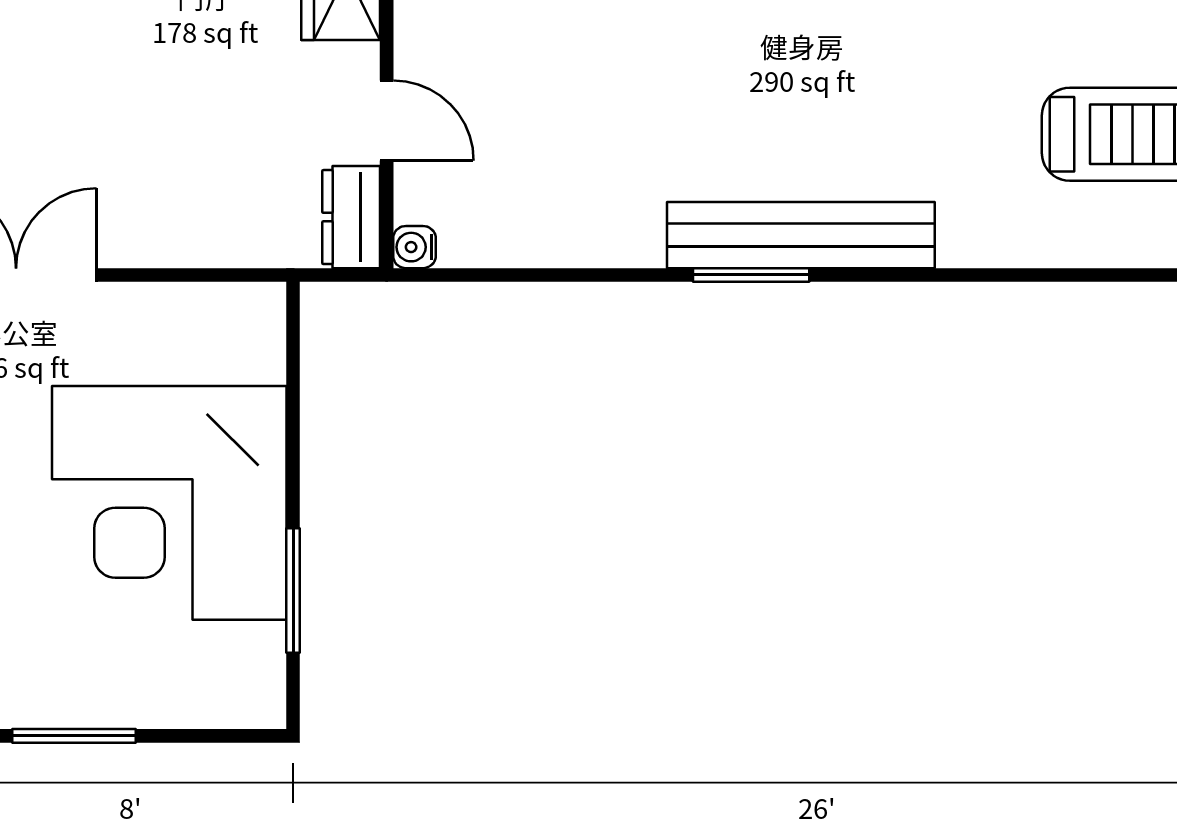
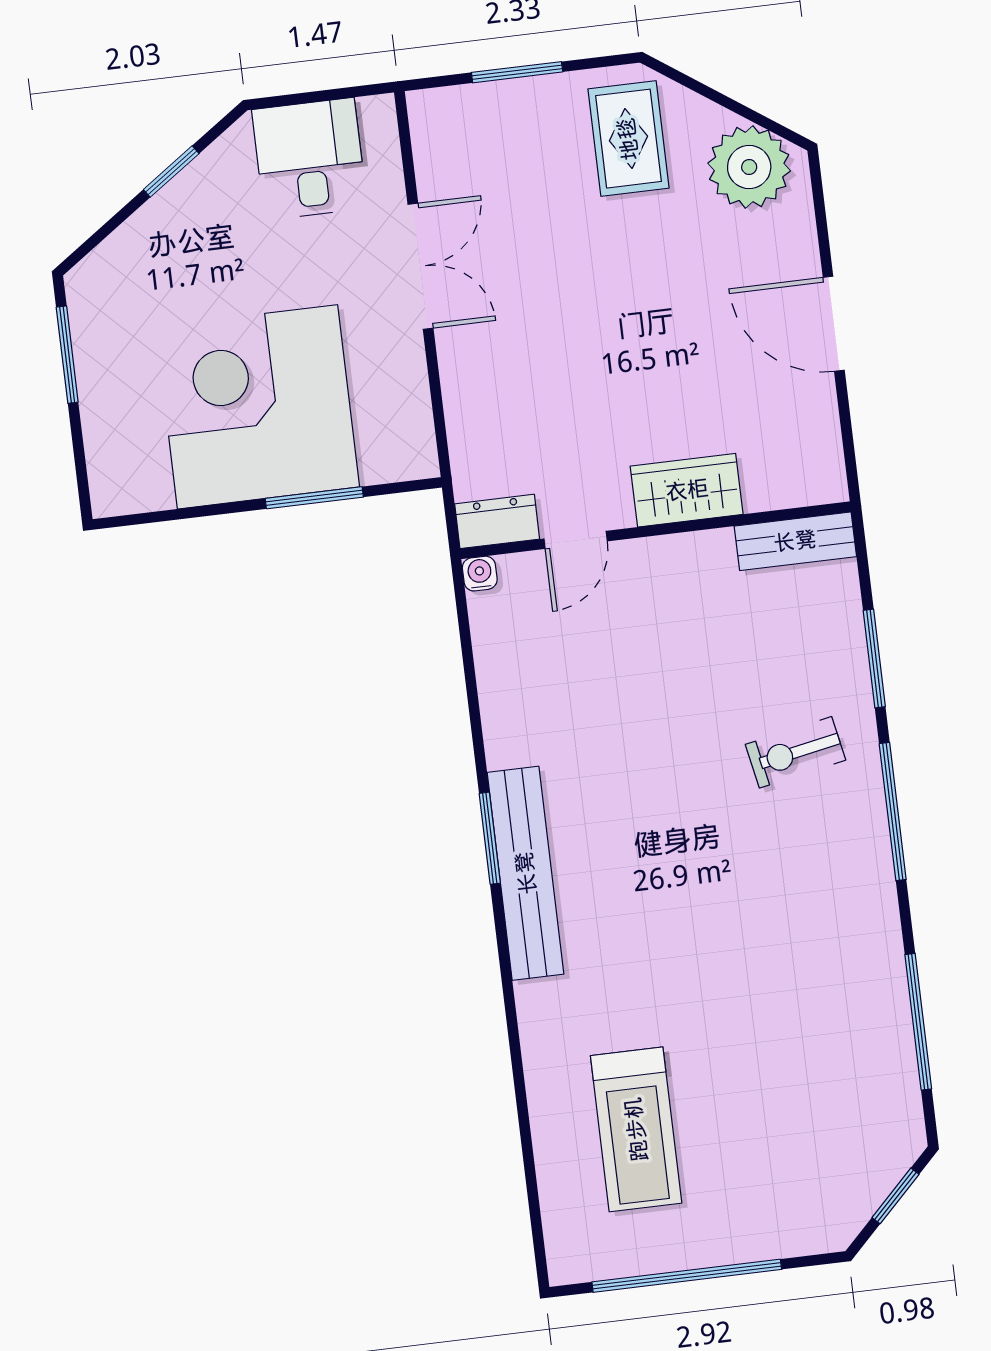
window: (293, 591) -> (314, 498), moved

